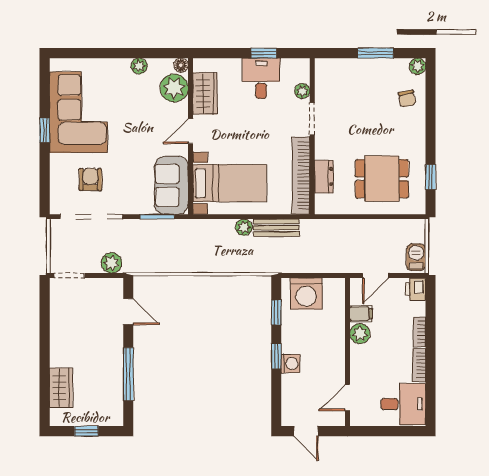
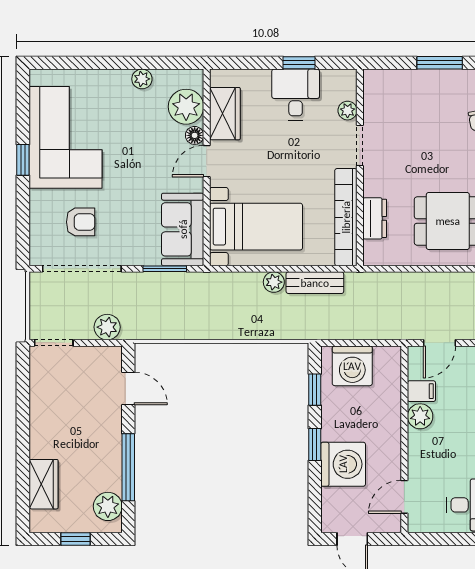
floor lamp: (181, 65) -> (195, 135), moved
armchair: (90, 179) -> (81, 222), turned 90
washing machine: (290, 363) -> (343, 464), width x1.89, depth x1.89
plant: (112, 405) -> (108, 506), added

